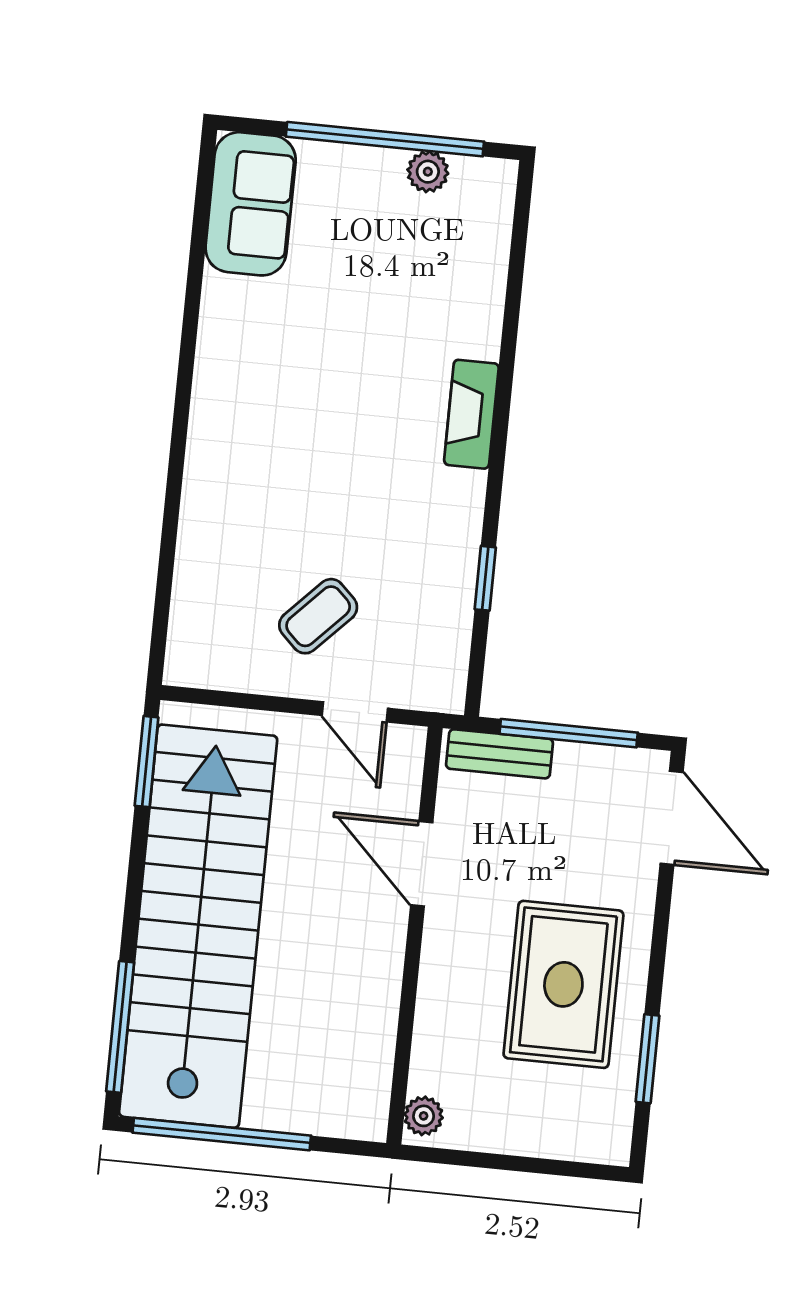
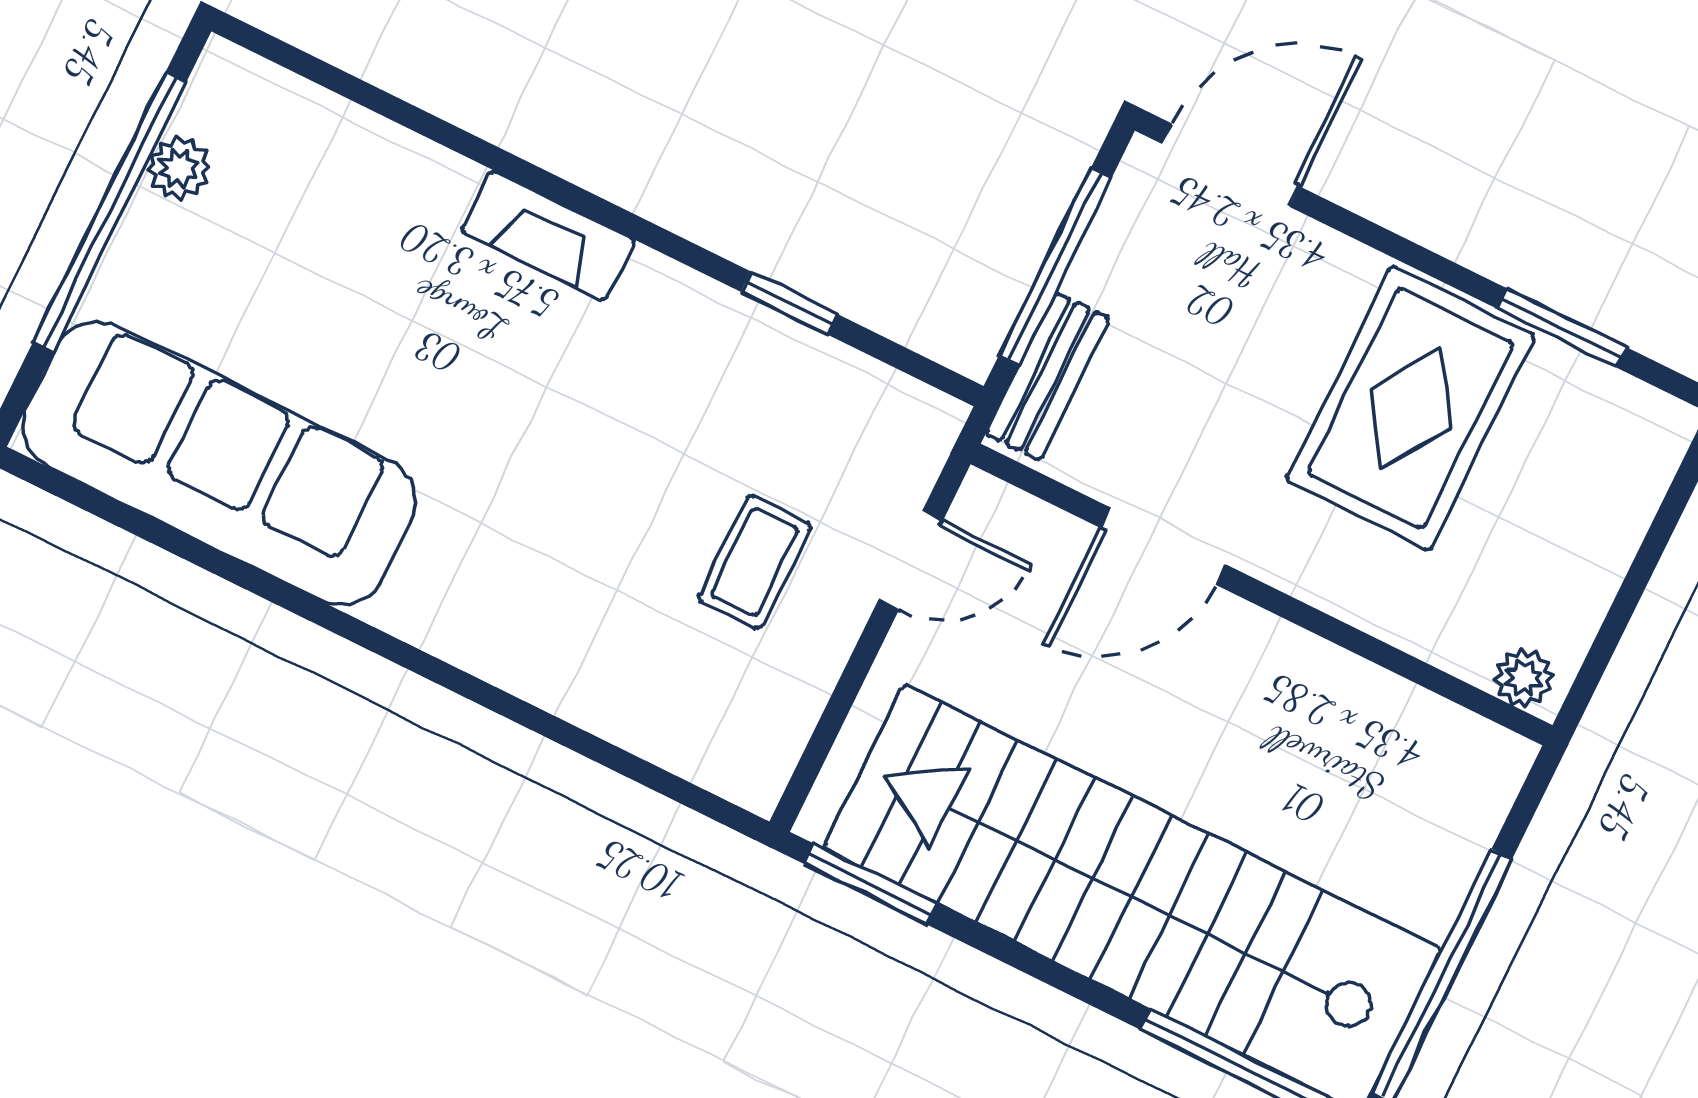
sofa: (251, 204) -> (219, 463), width x1.85, depth x1.27
coffee table: (318, 616) -> (755, 562), turned 46
rug: (563, 984) -> (1411, 408), turned 90

